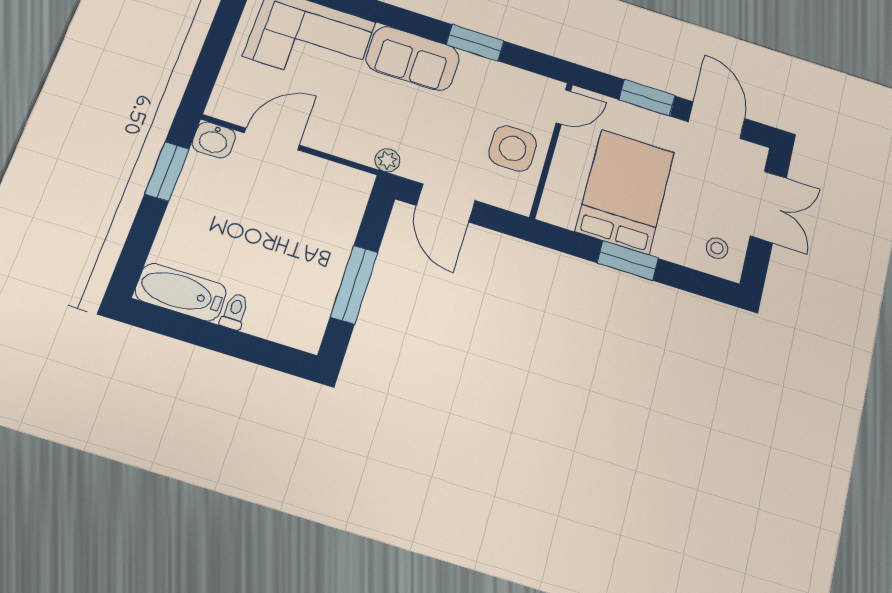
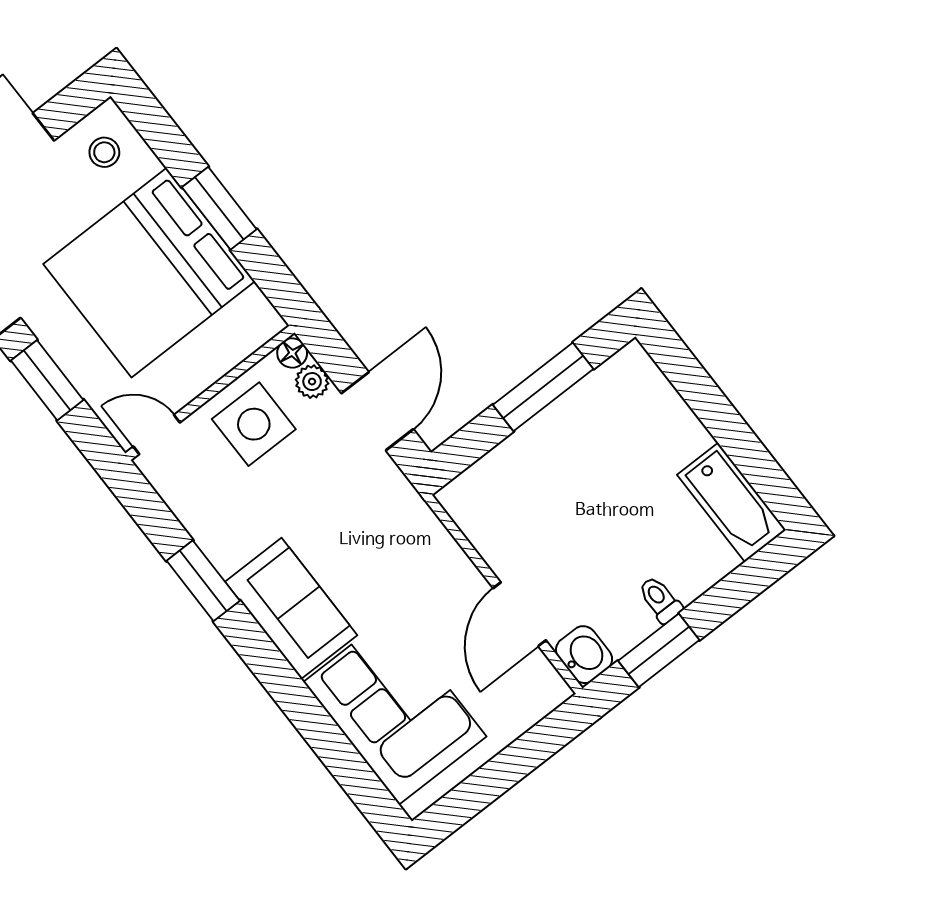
door: (272, 139) -> (520, 614), hinge flipped
plant: (387, 160) -> (312, 382), moved
bed: (625, 191) -> (149, 273), width x1.36
floor lamp: (521, 204) -> (292, 353), added
toilet: (235, 312) -> (660, 600), moved, turned 90

